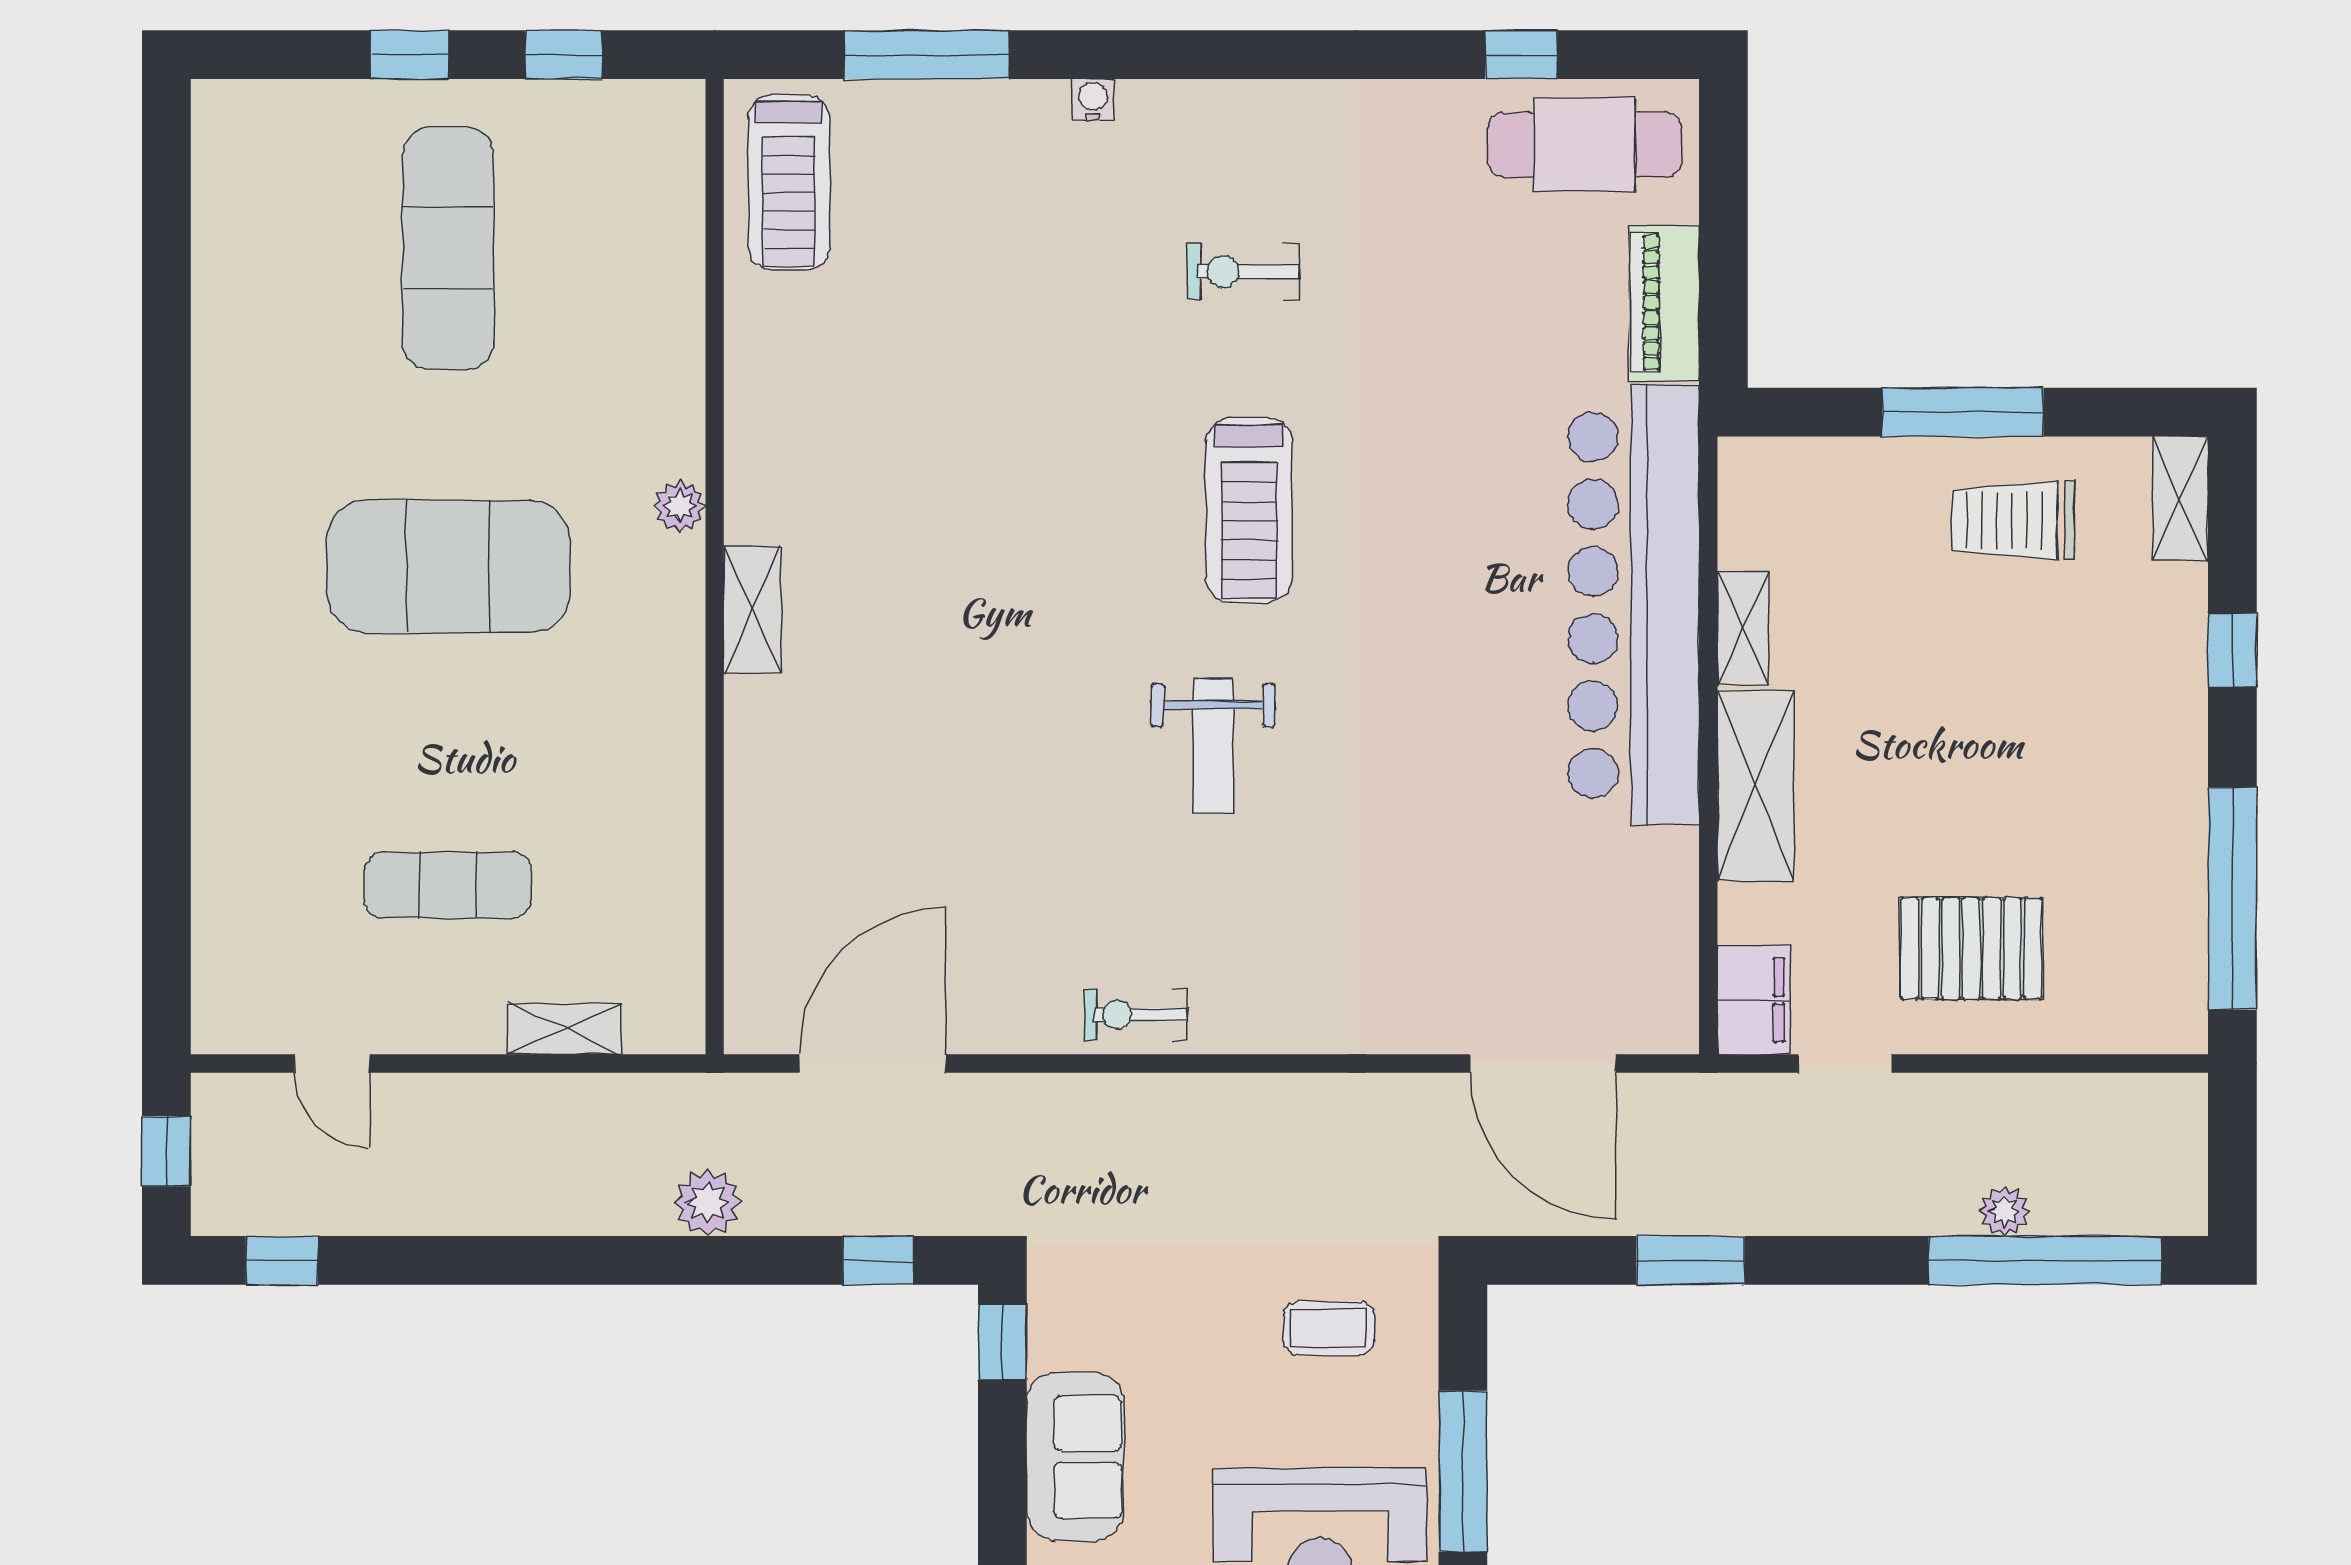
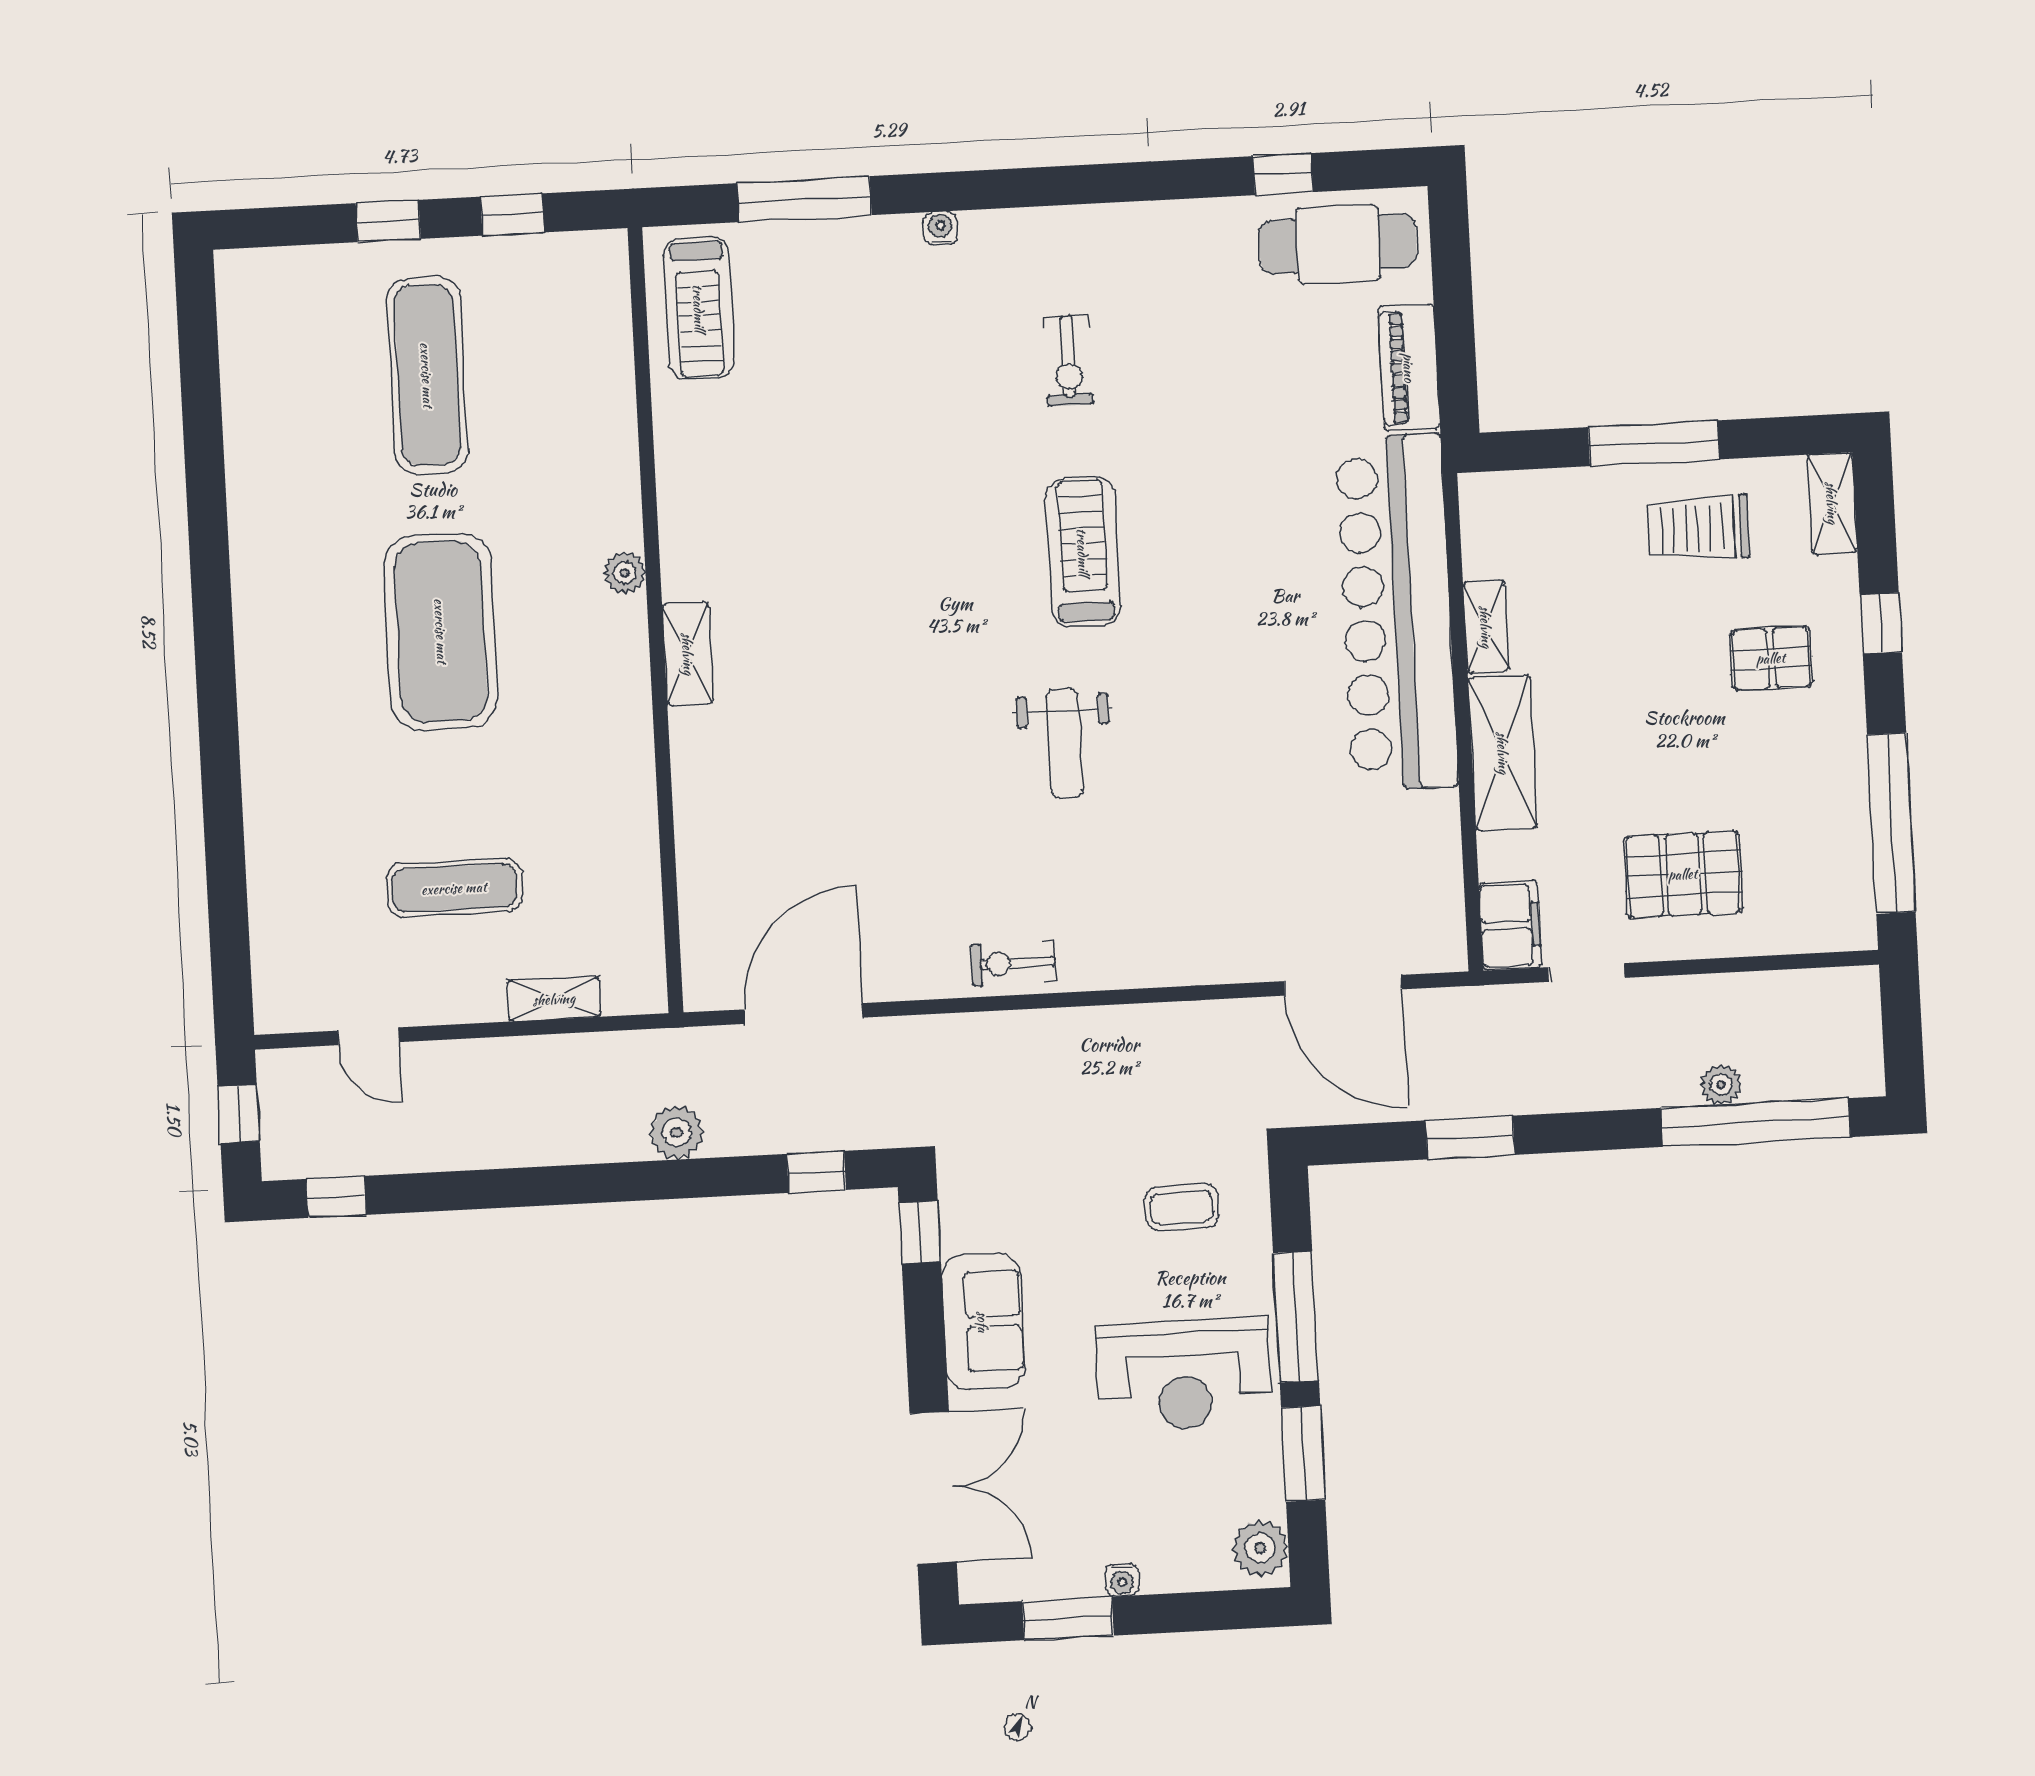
exercise bike: (1243, 271) -> (1068, 360), turned -90
treadmill: (1249, 510) -> (1083, 552), turned 180
exercise mat: (448, 567) -> (441, 631), turned 90
pallet: (2094, 686) -> (1771, 658), added

